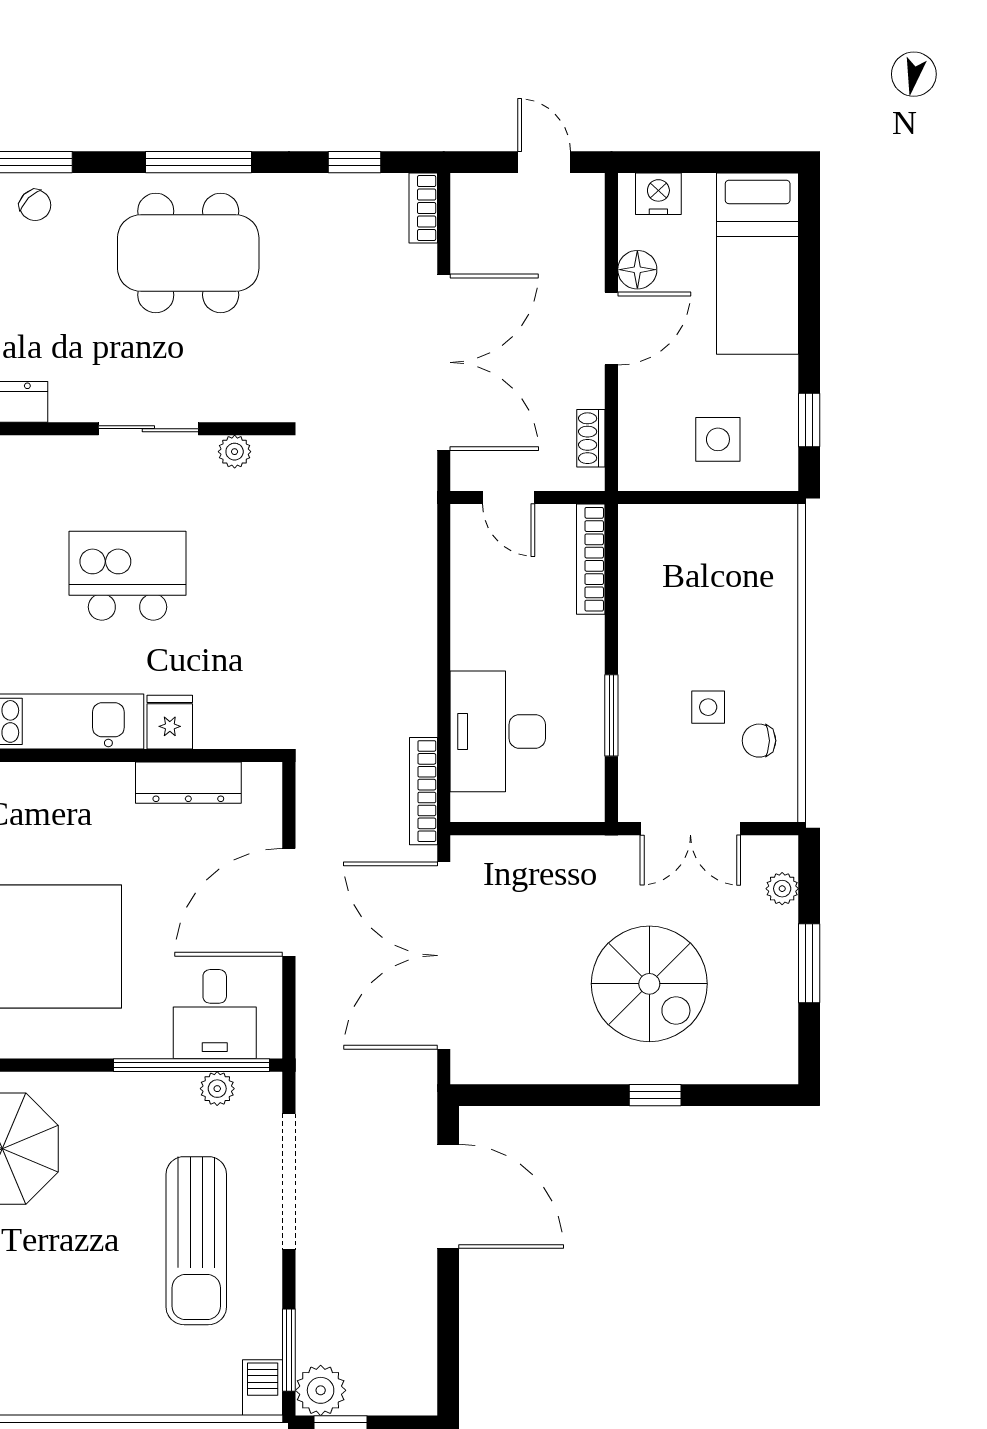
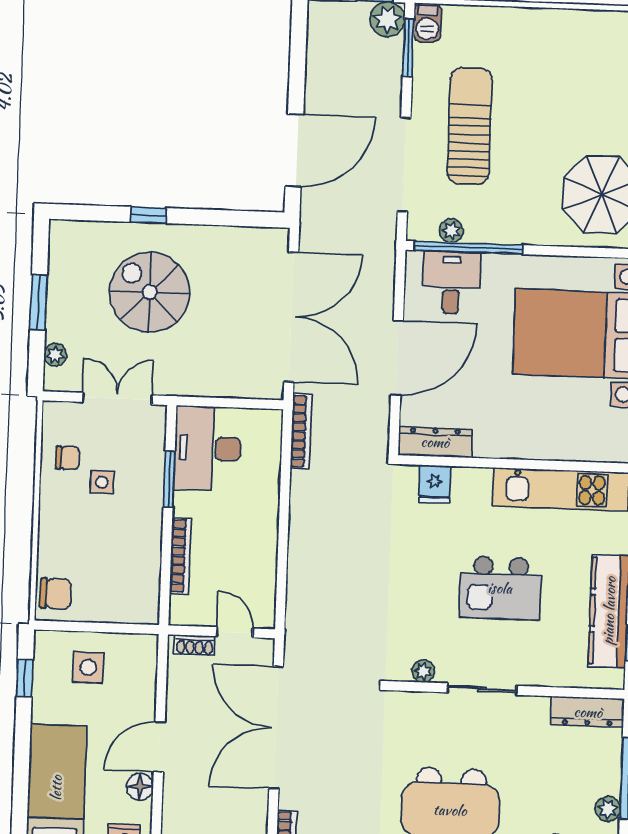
shoe rack: (591, 438) -> (195, 645), moved, turned 90
chair: (769, 544) -> (56, 594), added
bookcase: (591, 559) -> (181, 556), moved
fridge: (170, 722) -> (435, 484), moved
desk: (498, 731) -> (208, 448), moved, turned 180
dresser: (188, 783) -> (435, 442), moved
door: (448, 1196) -> (294, 150), swing flipped

